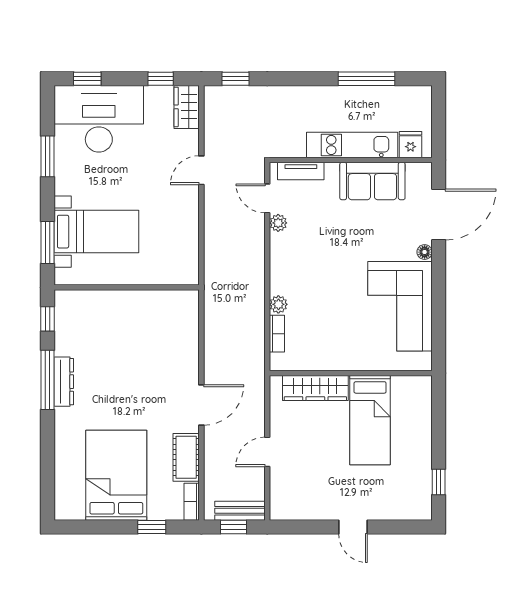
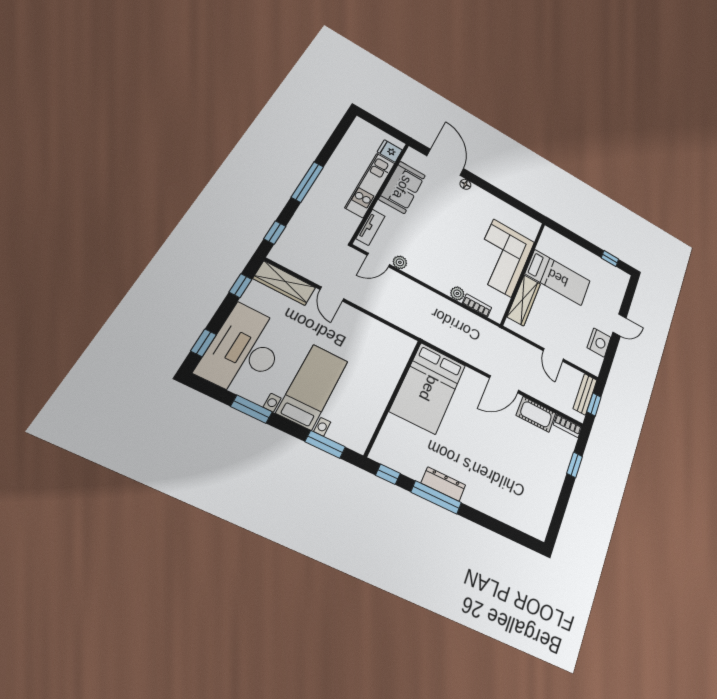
window: (367, 79) -> (308, 182), moved
wardrobe: (187, 107) -> (284, 283), width x1.50
bed with nightstands: (96, 232) -> (313, 387), moved
corner sofa: (400, 306) -> (502, 258), moved, turned 90
door: (201, 405) -> (504, 384), swing flipped
bed: (116, 475) -> (428, 388), moved, turned -90
nightstand: (315, 506) -> (599, 342), added

